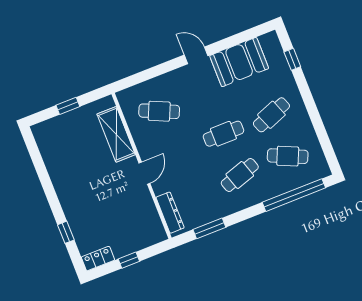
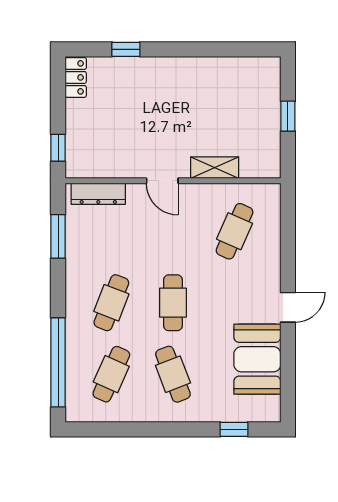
shelving: (116, 134) -> (215, 168), width x0.67, depth x0.75
cafe table: (240, 175) -> (111, 303), turned 39
window: (129, 260) -> (58, 148), moved

